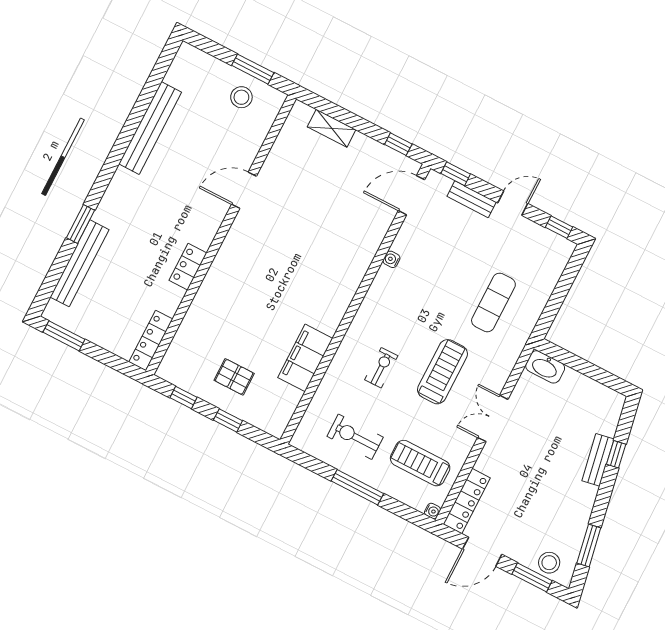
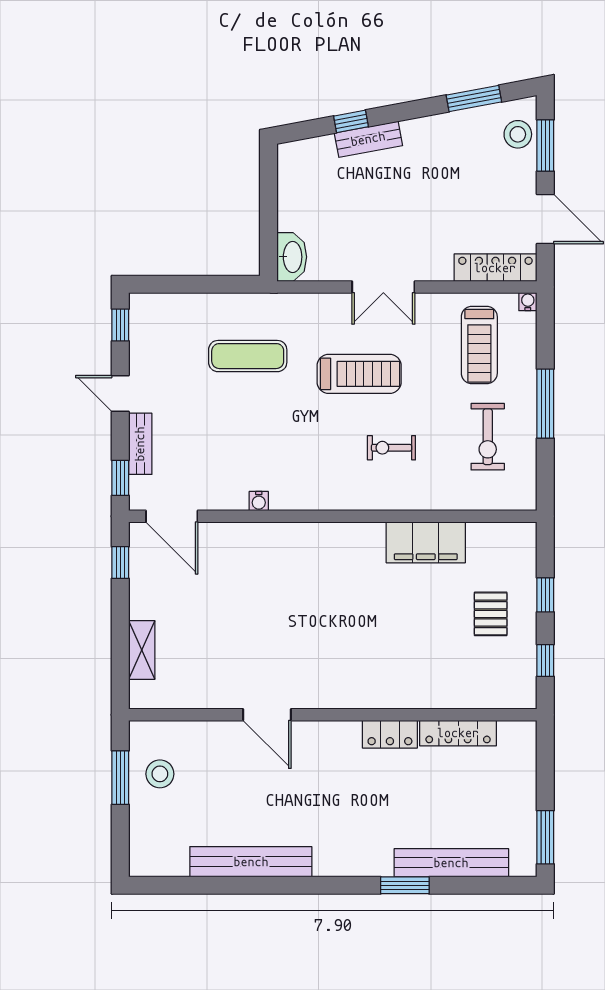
locker: (151, 340) -> (458, 733), moved
treadmill: (442, 372) -> (359, 374), turned 180

